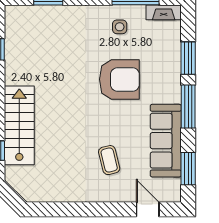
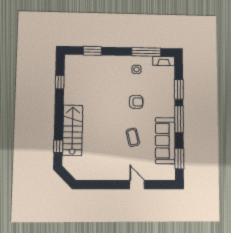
armchair: (119, 79) -> (136, 102), width x0.53, depth x0.53
coffee table: (109, 160) -> (133, 137), moved
door: (148, 209) -> (137, 185), moved

